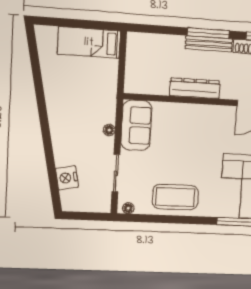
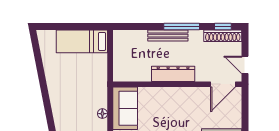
bench: (209, 44) -> (168, 36), moved

